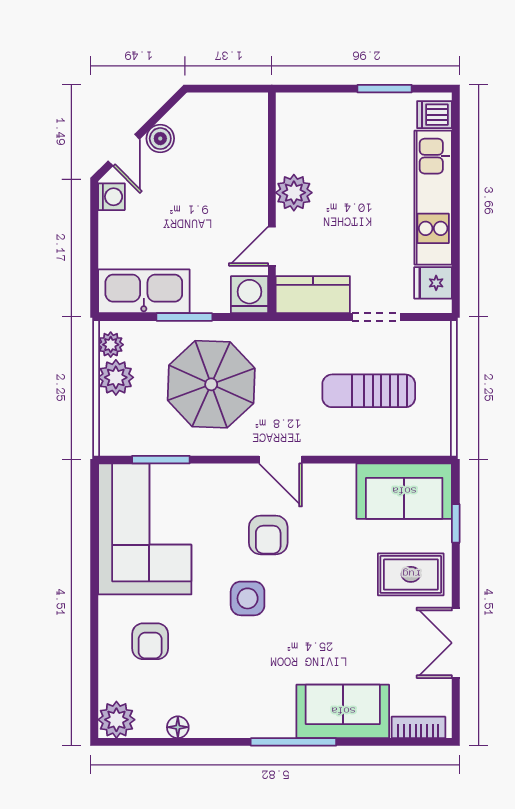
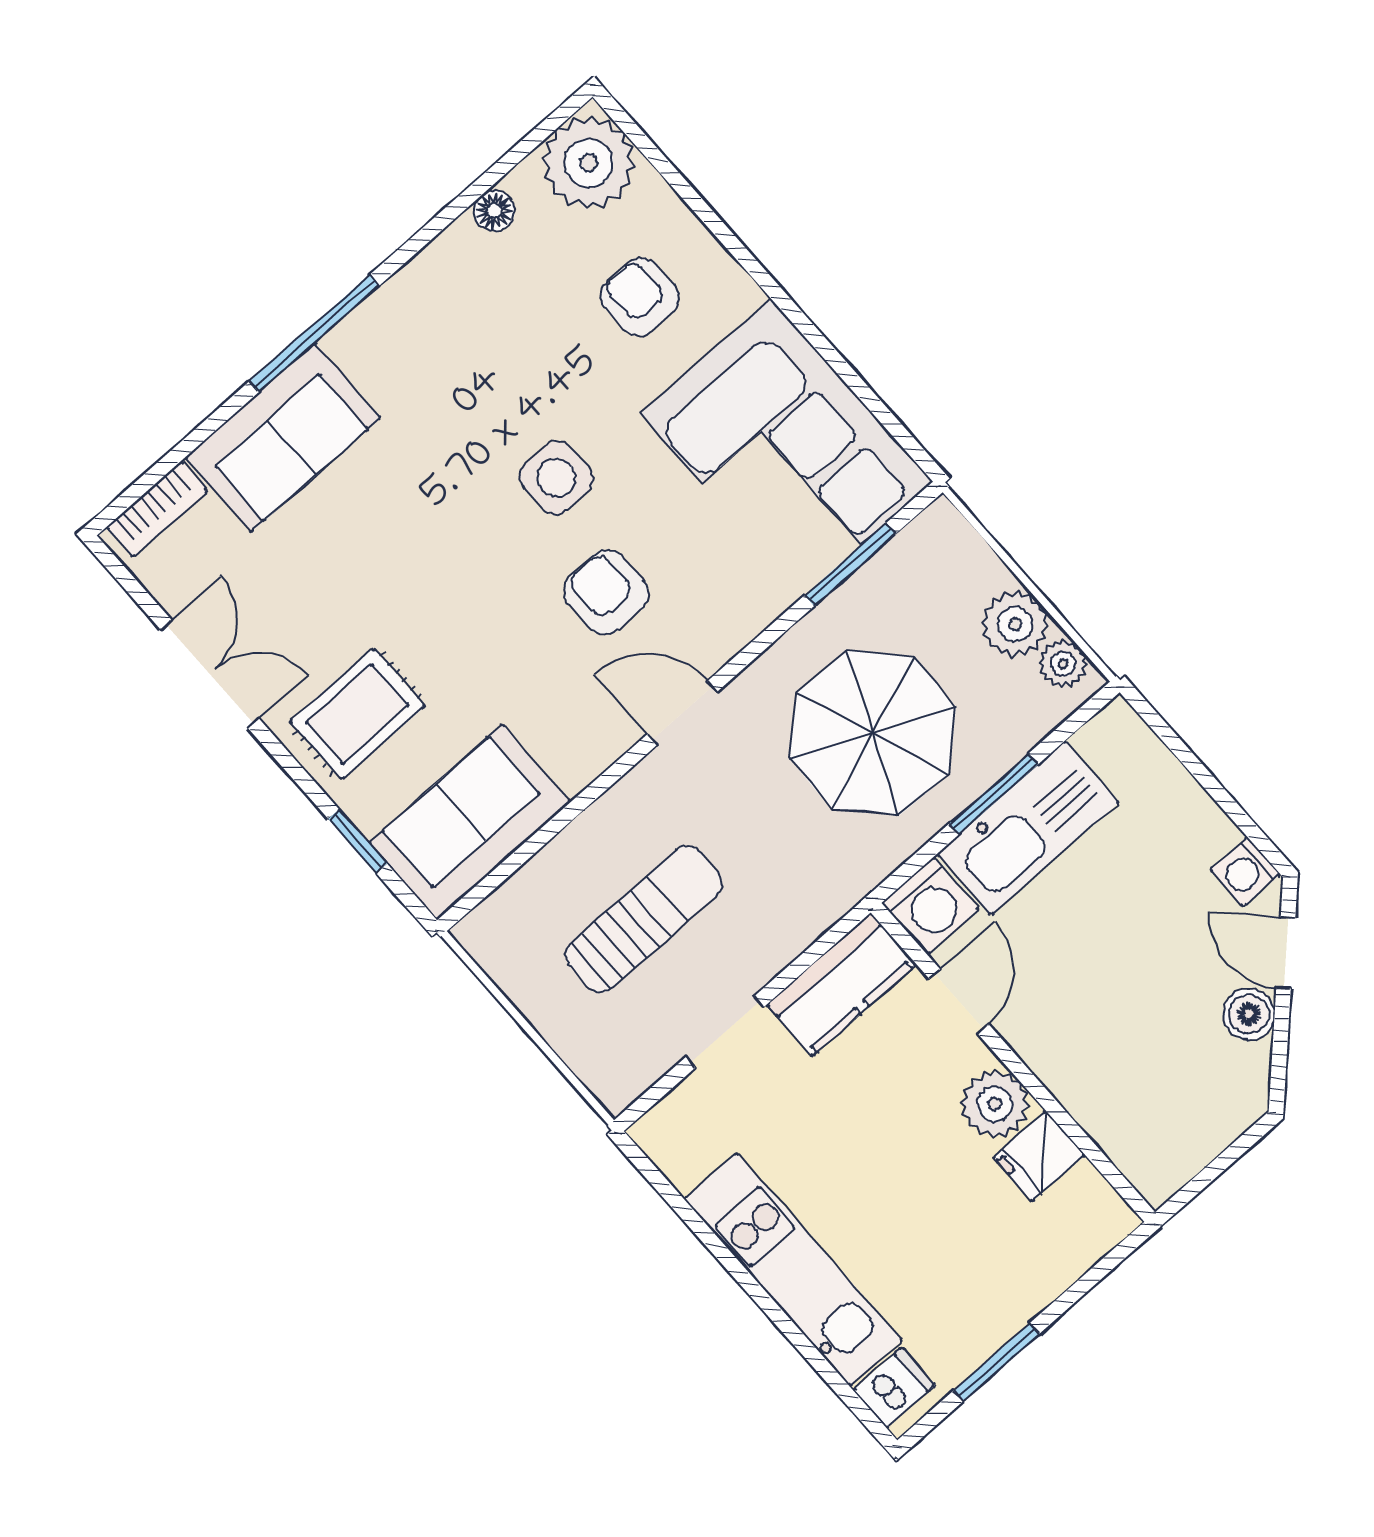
fridge: (433, 283) -> (1039, 1156), moved, turned 180
kitchen sink: (144, 291) -> (1028, 828), moved
plant: (116, 720) -> (589, 163), width x1.36, depth x1.36

